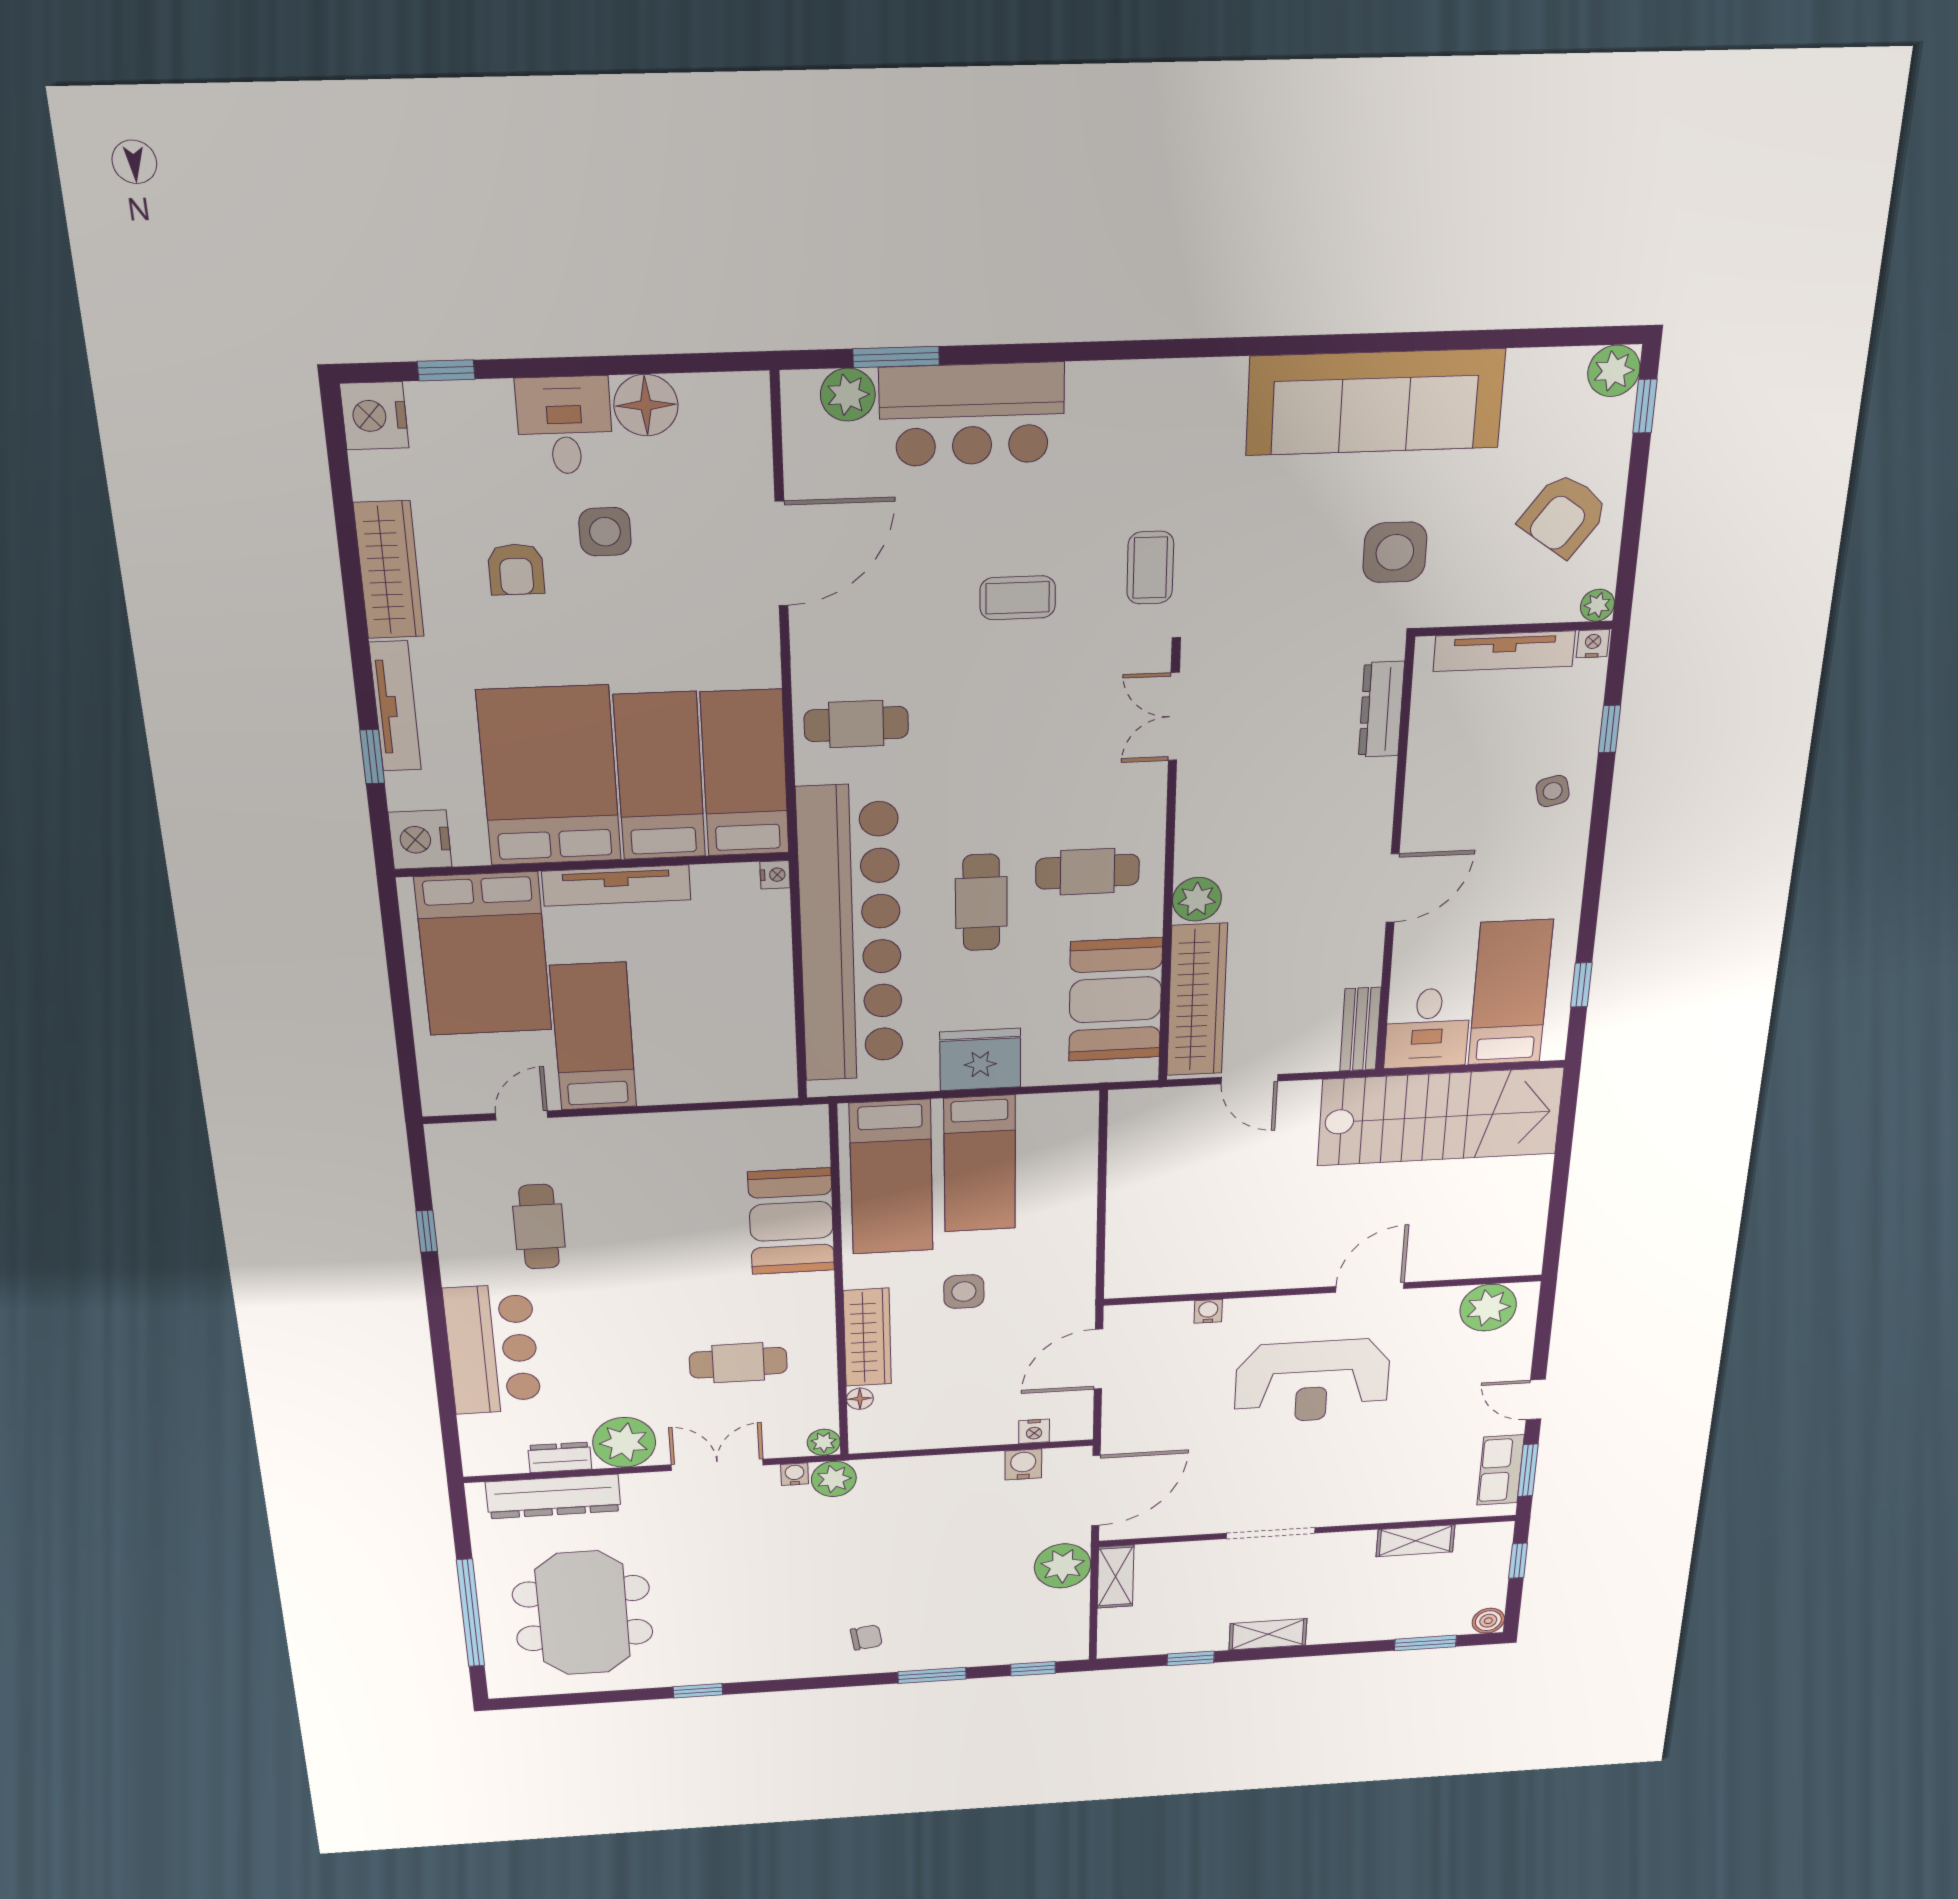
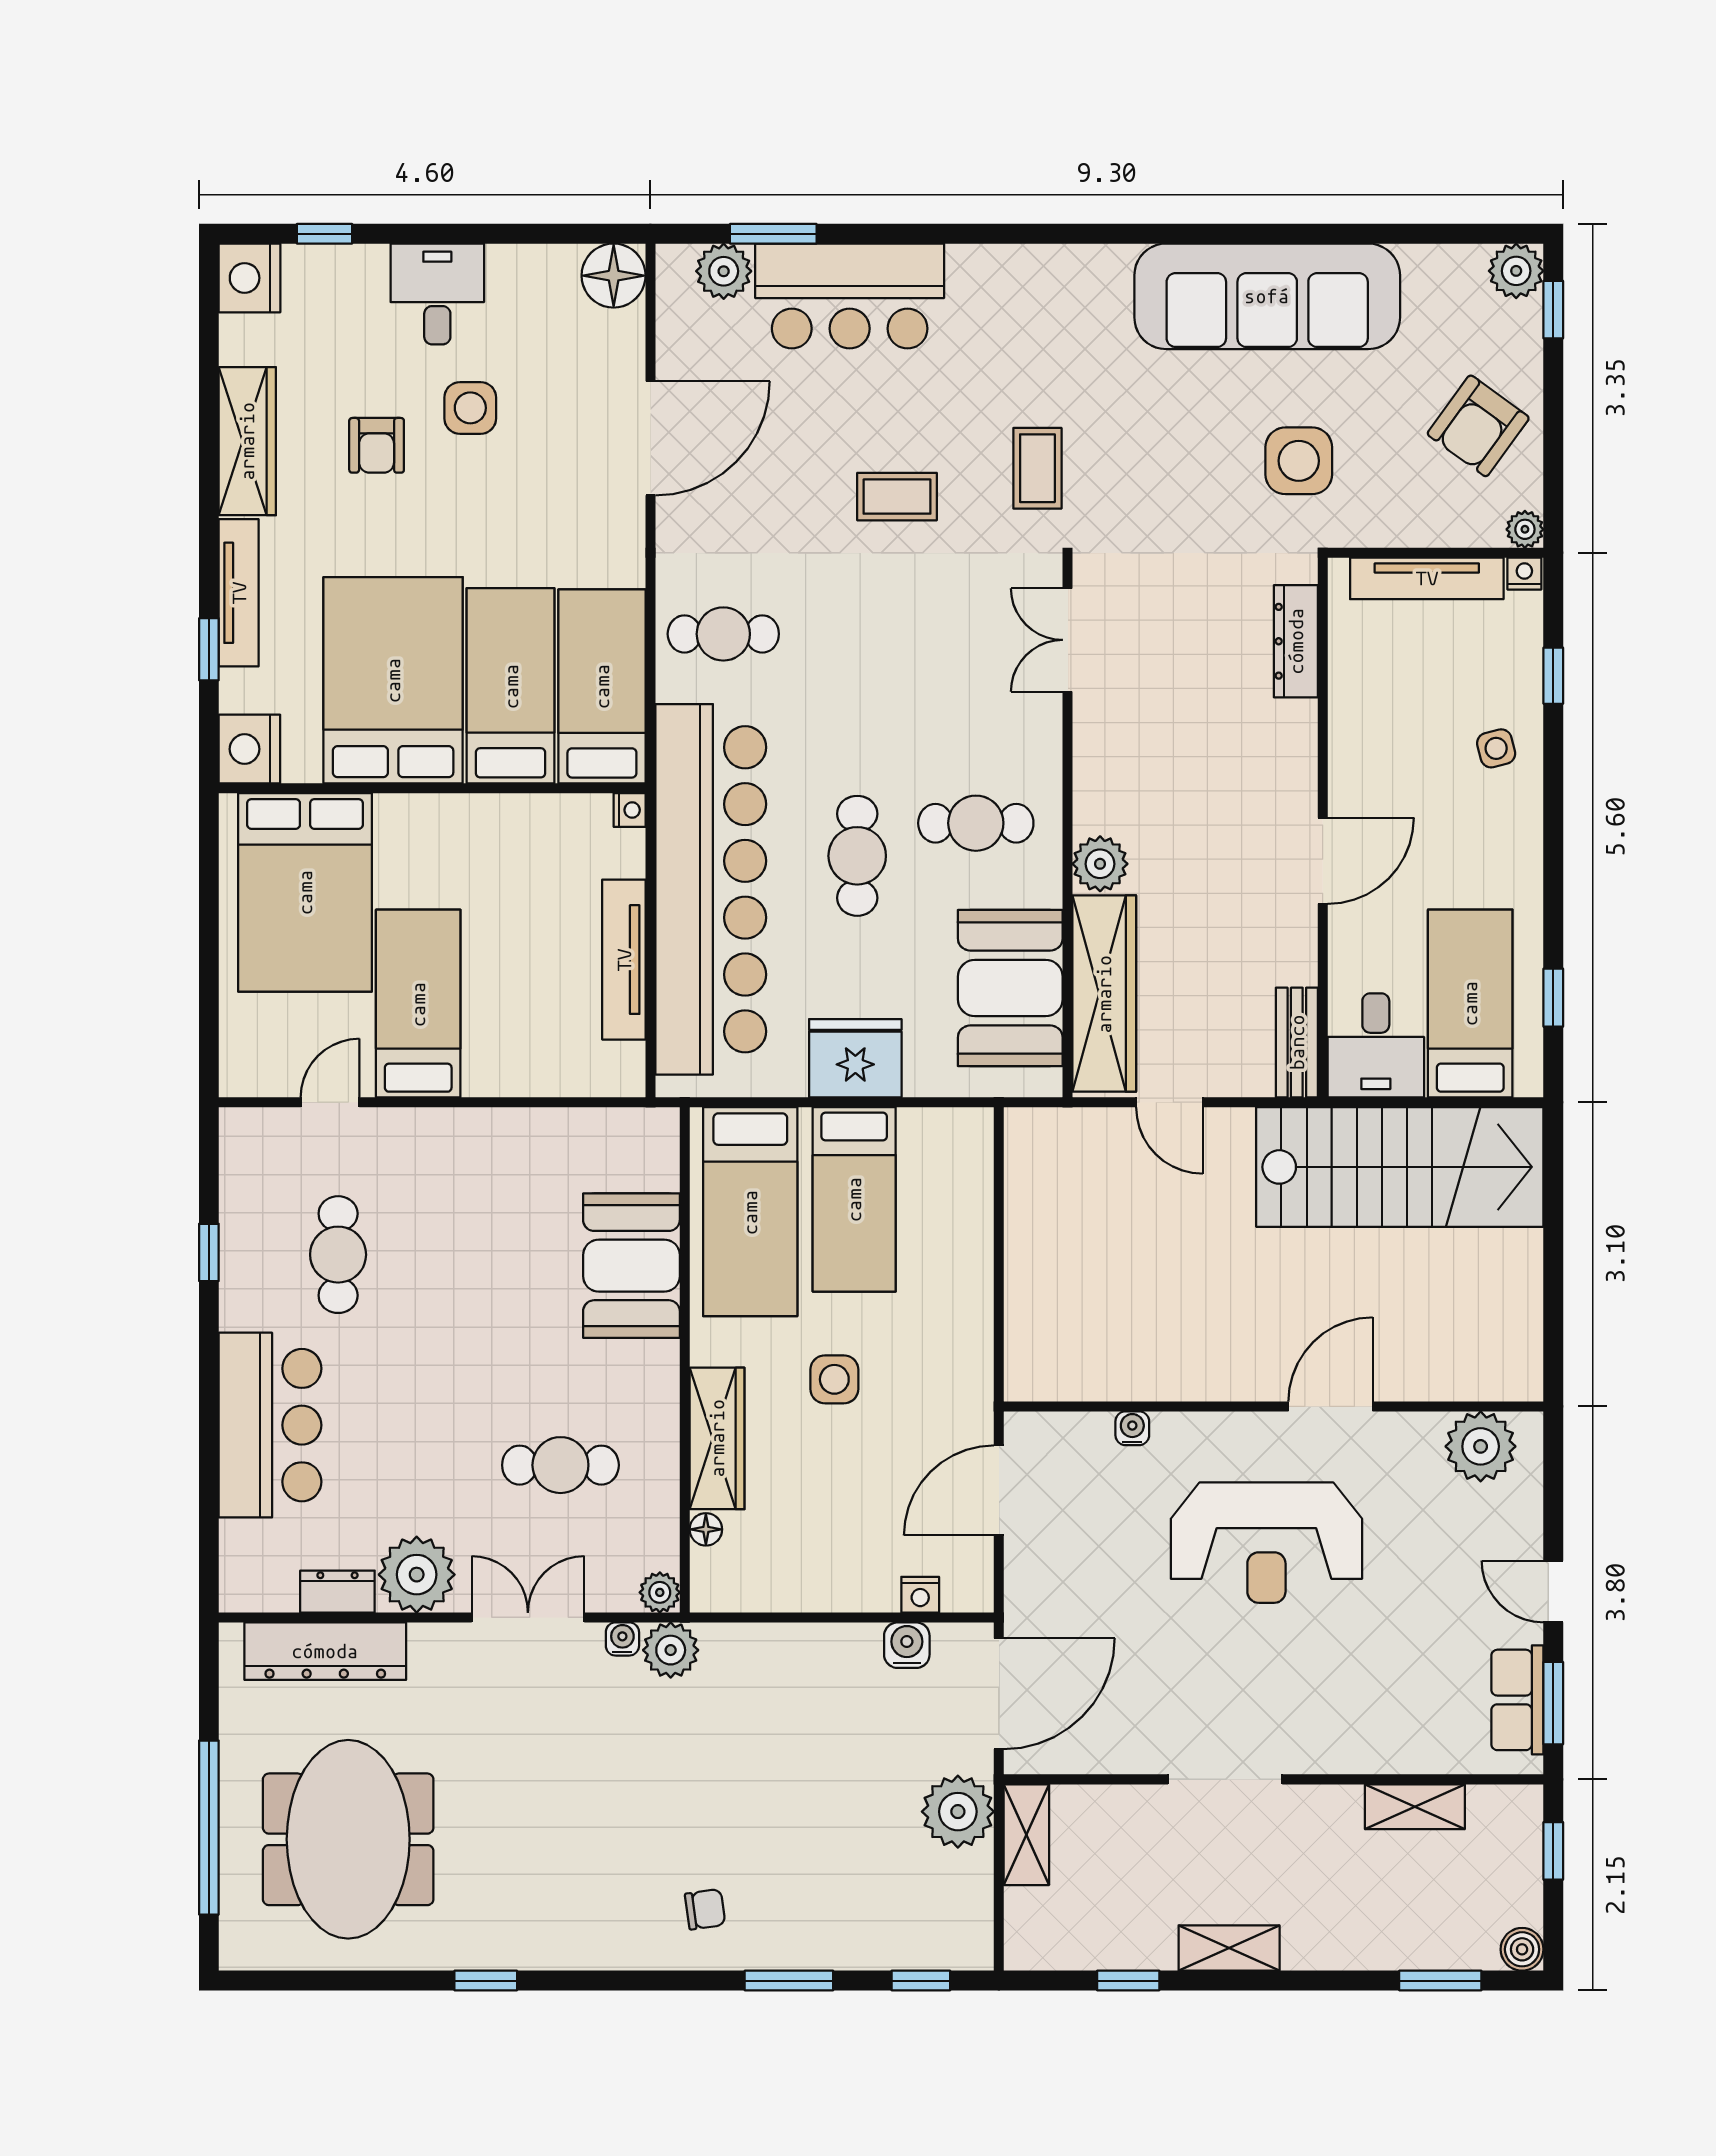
floor lamp: (646, 405) -> (614, 276), moved
tv unit: (616, 886) -> (624, 960), moved, turned 90

